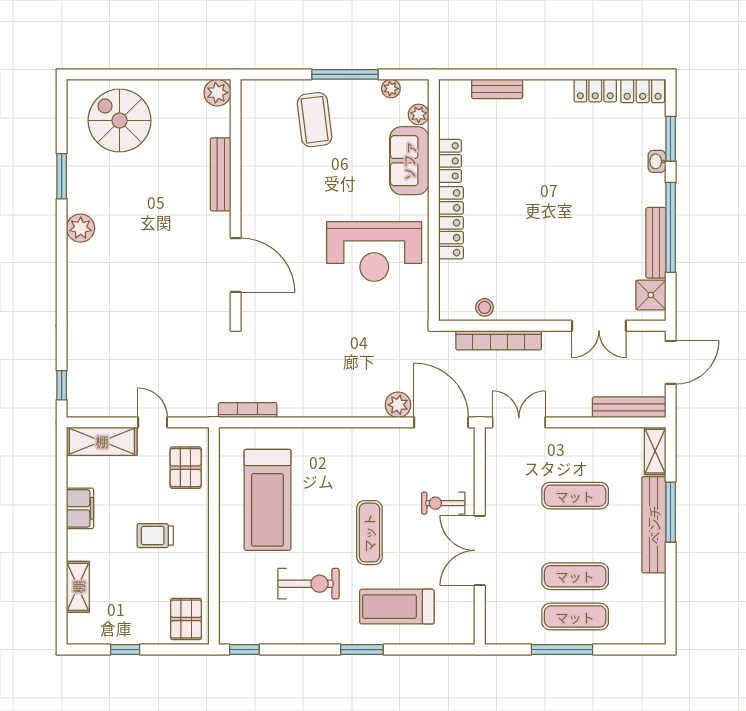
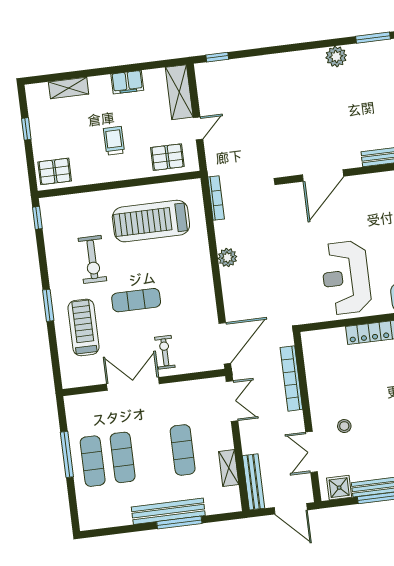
stool: (485, 307) -> (344, 426), moved
plant: (398, 405) -> (227, 258), moved
shelving: (655, 451) -> (229, 468), moved, turned 90

